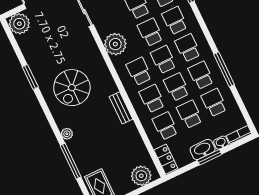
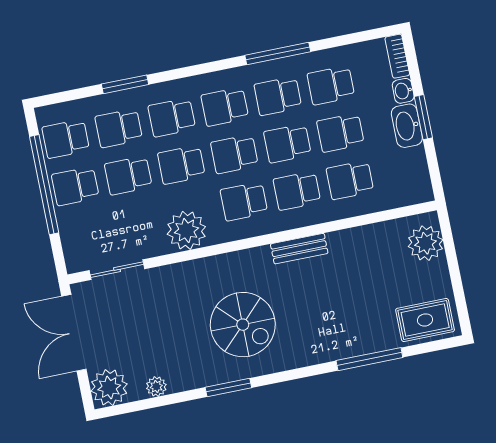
window: (30, 77) -> (228, 387), moved
plant: (67, 134) -> (156, 387), moved
locker: (166, 159) -> (408, 193), removed

